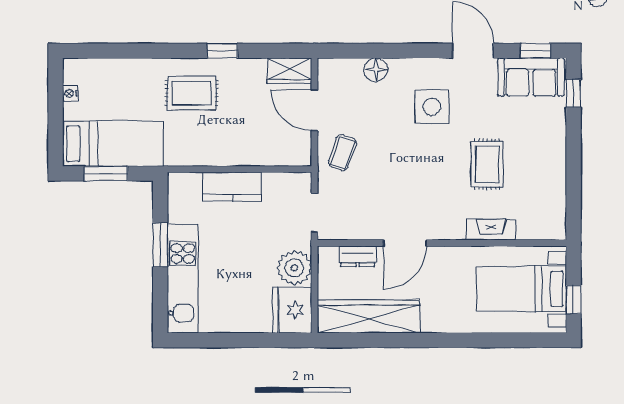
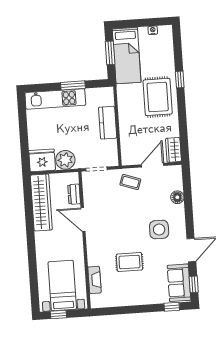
window: (223, 51) -> (180, 80), moved
rug: (192, 93) -> (158, 97), width x1.36, depth x1.43
fireplace: (491, 230) -> (95, 280), moved

